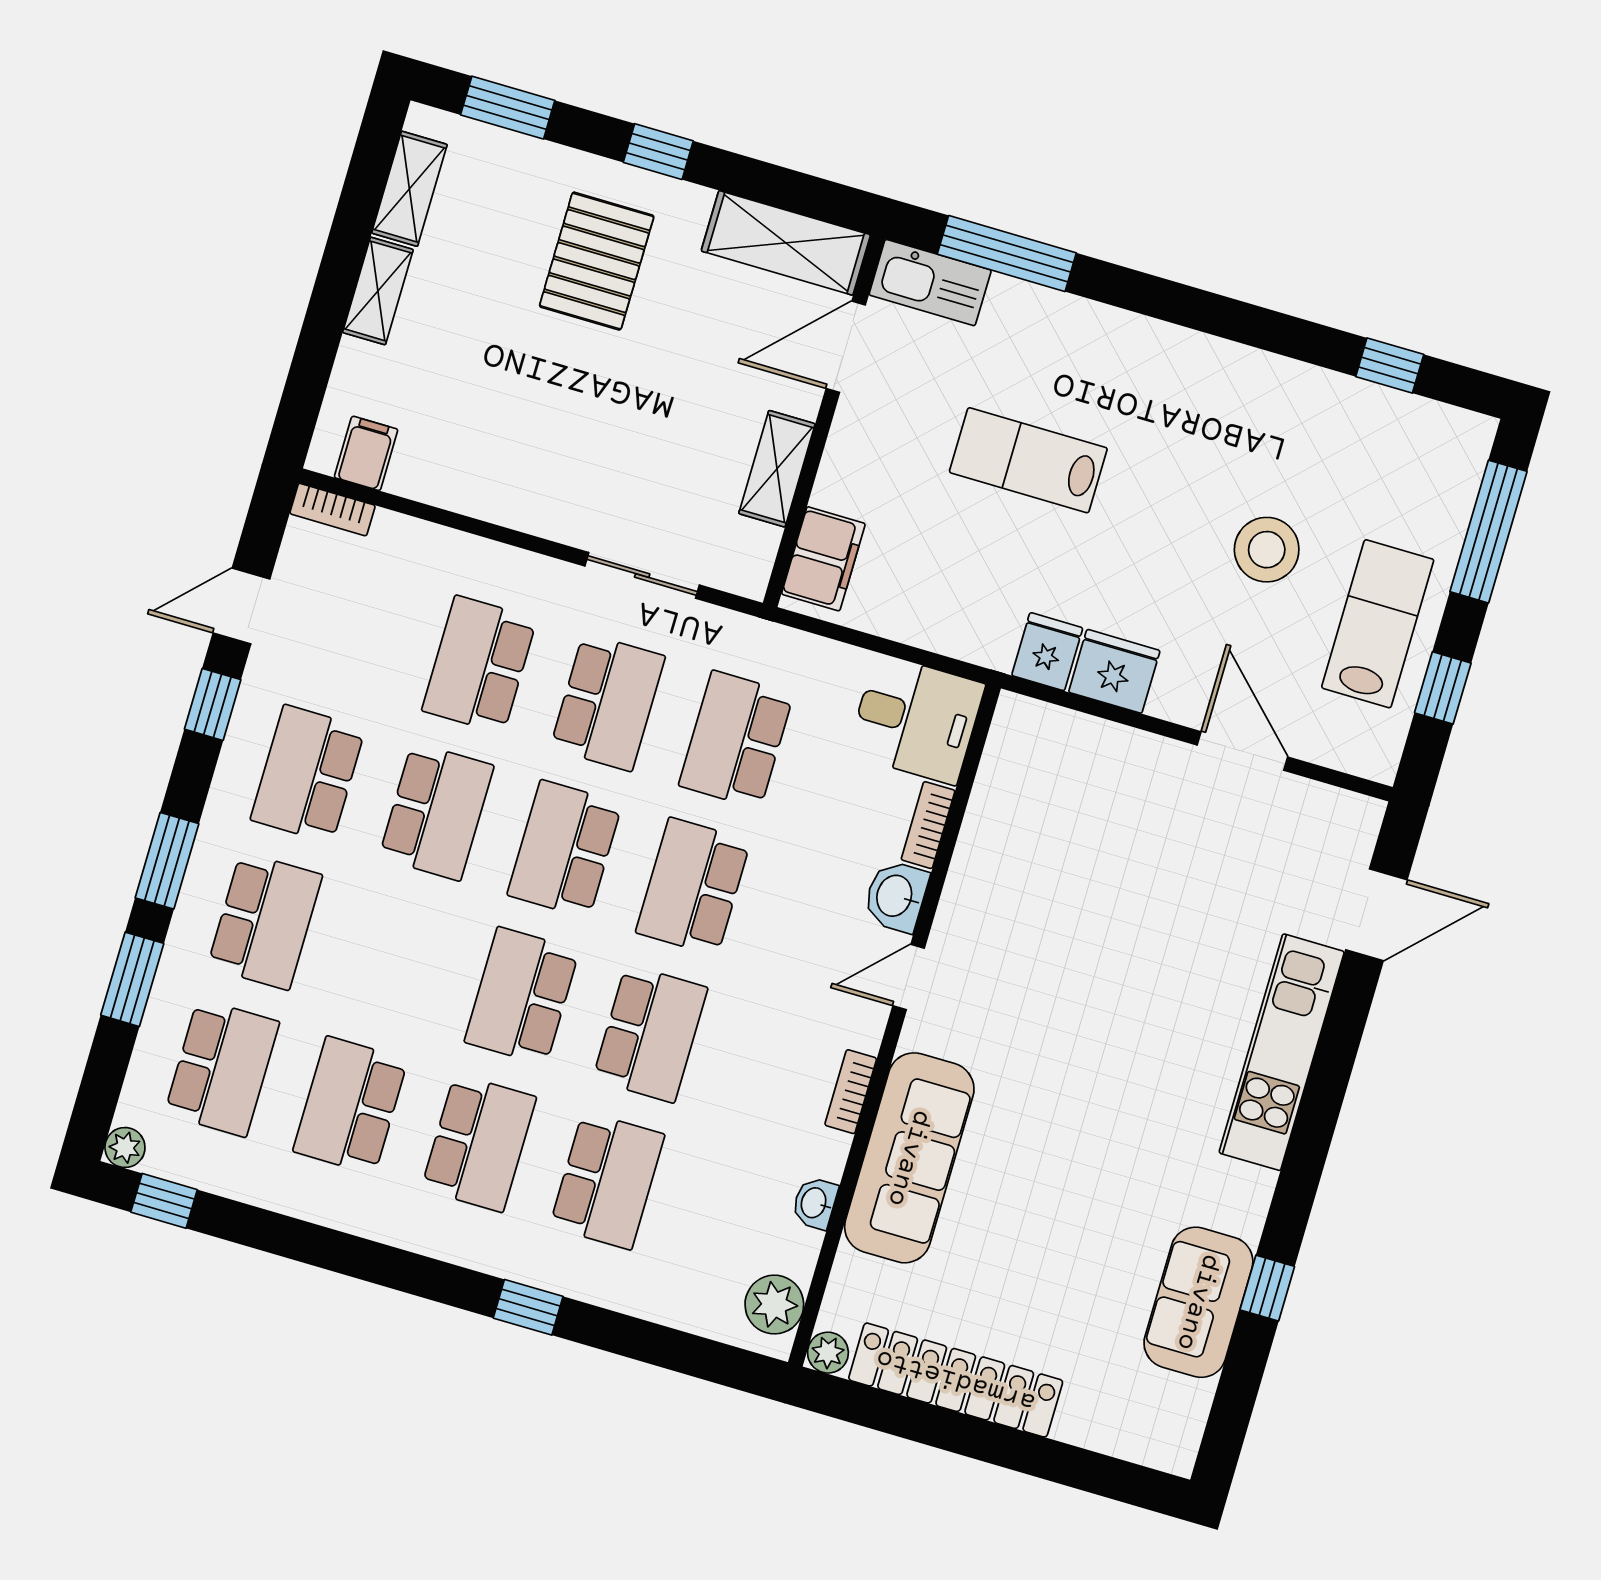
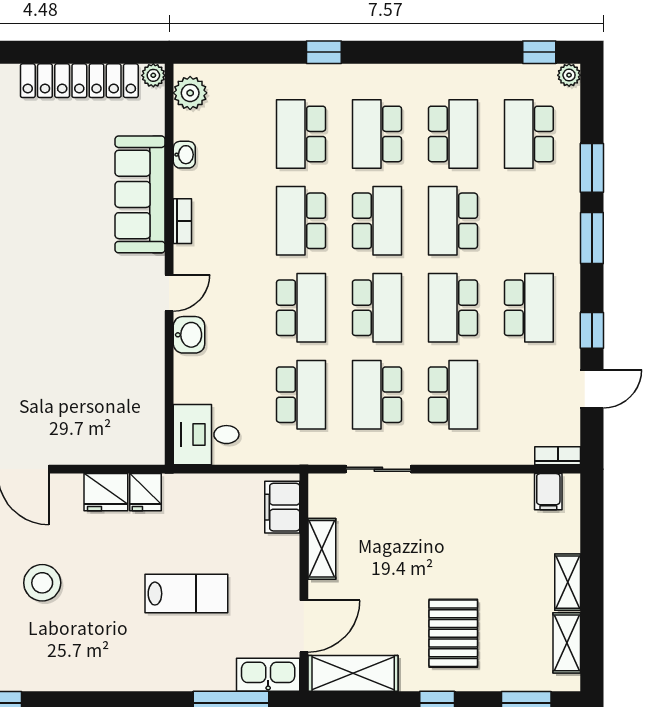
bookcase: (928, 825) -> (183, 379), removed
school desk: (265, 921) -> (453, 221), moved

